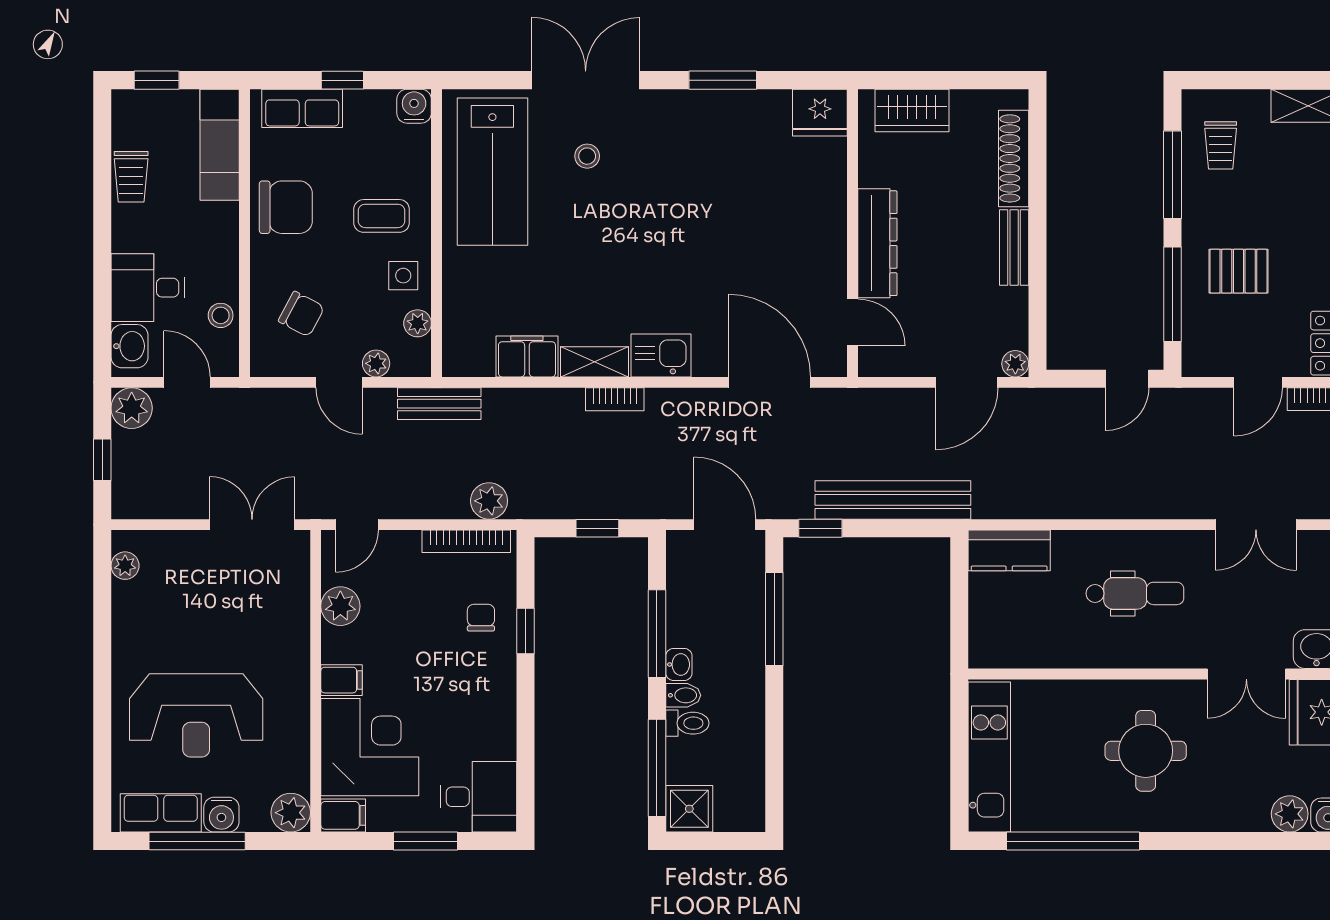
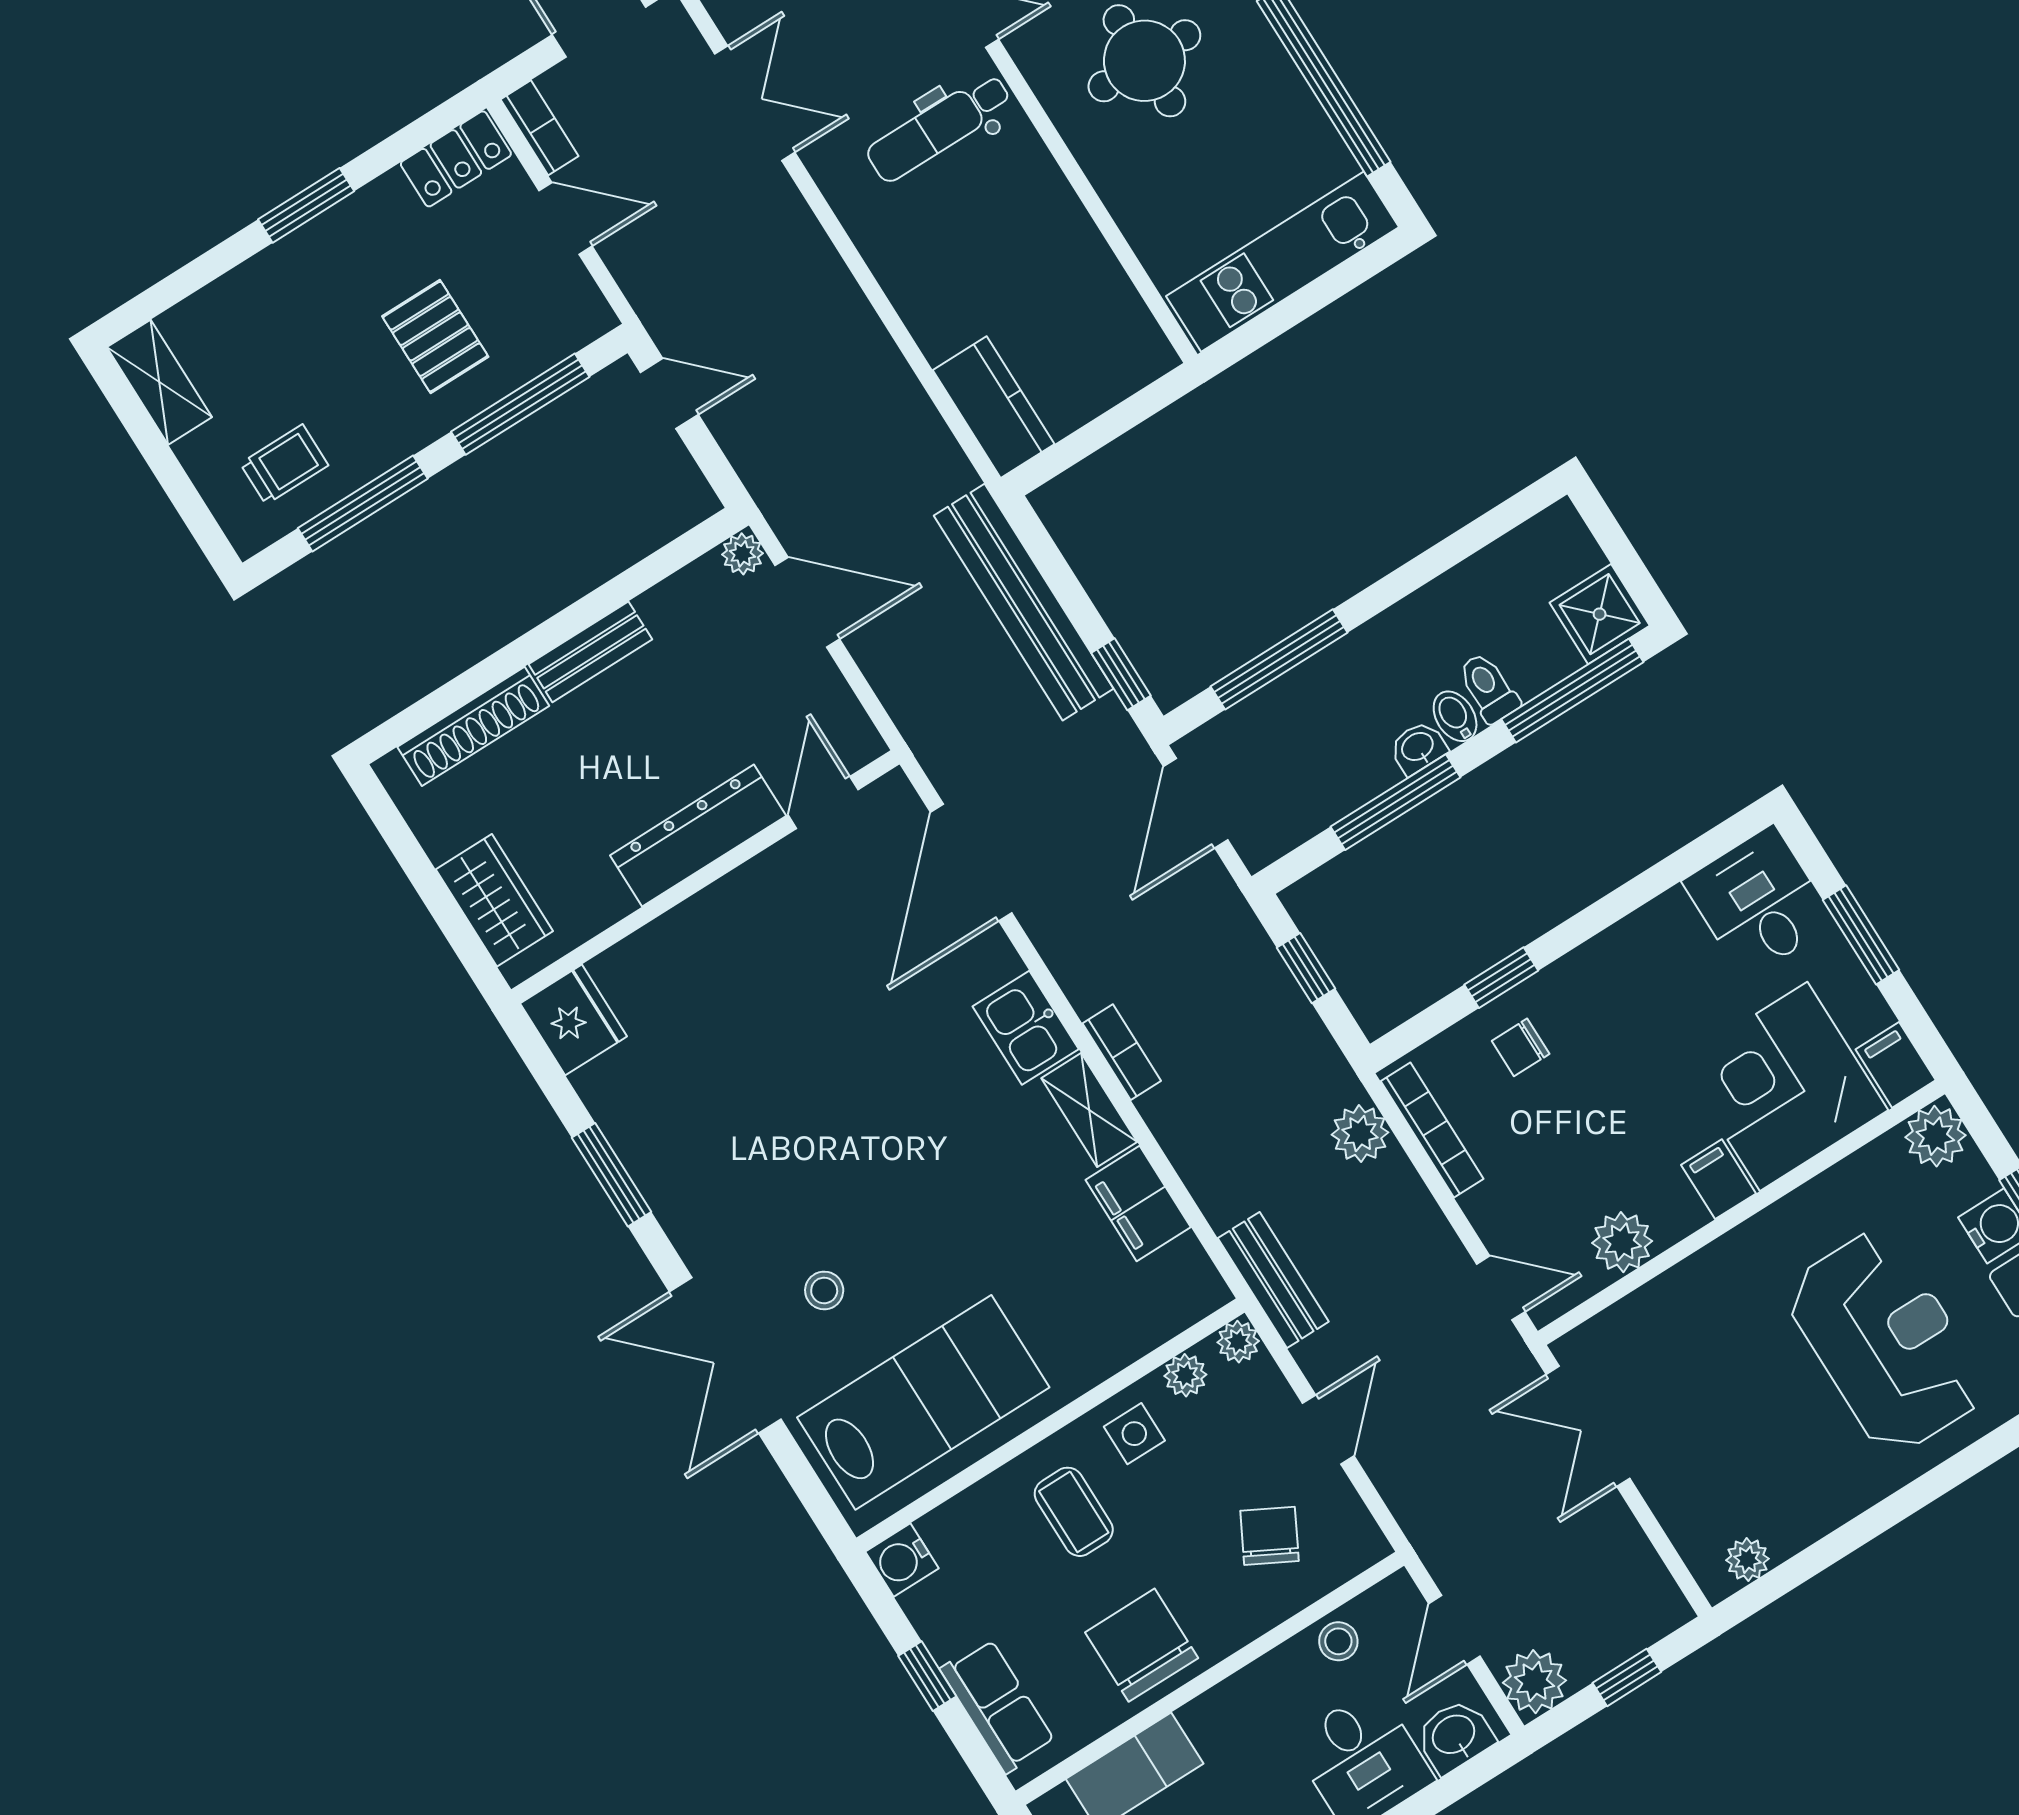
plant: (376, 363) -> (1238, 1342), moved
dental chair: (1135, 593) -> (939, 127), moved, turned -90

